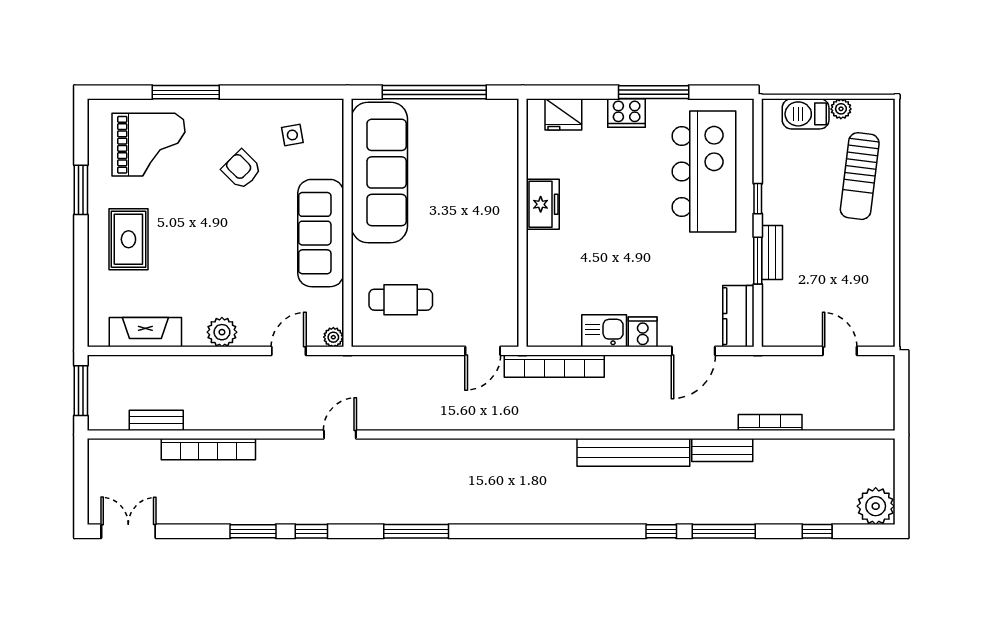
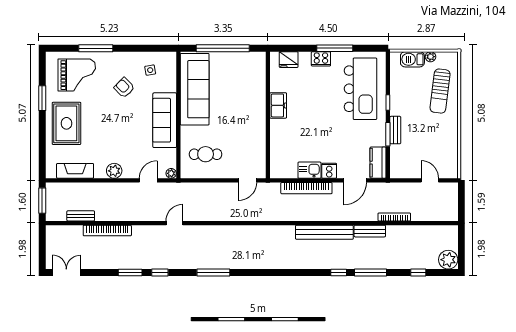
rug: (128, 239) -> (66, 123), width x1.36, depth x1.43
bookcase: (554, 366) -> (306, 188), moved

